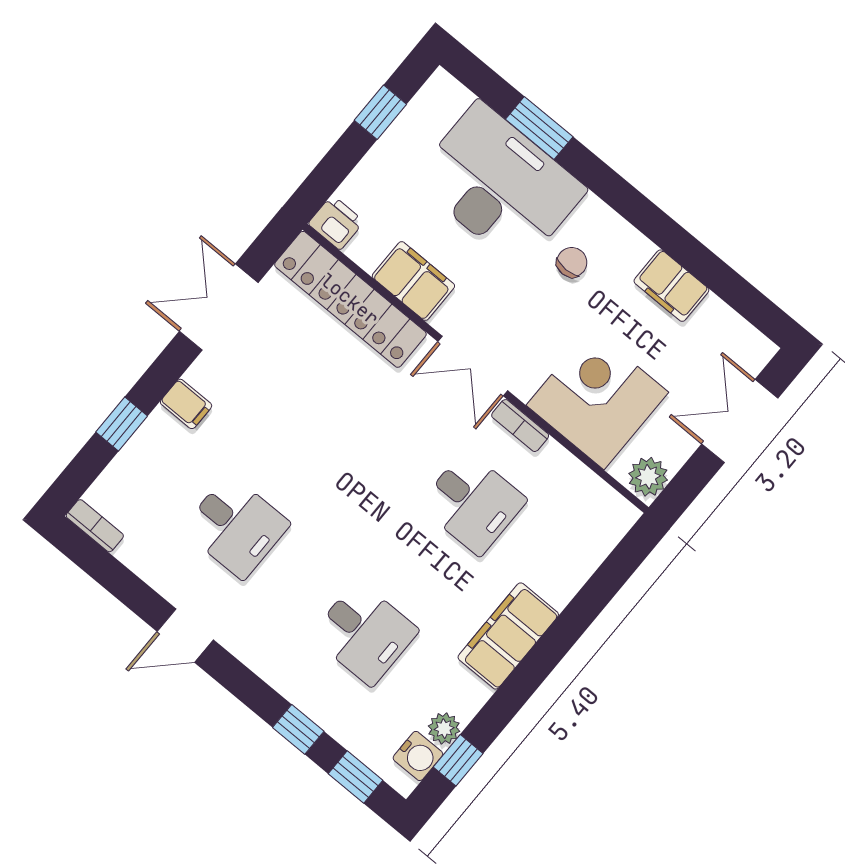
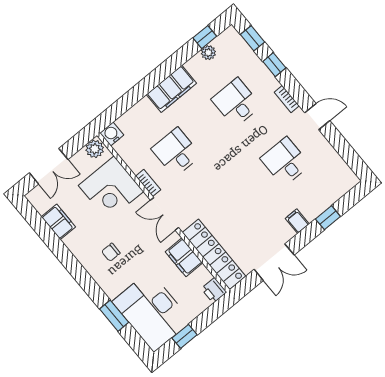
desk: (499, 185) -> (152, 311), moved
filing cabinet: (671, 286) -> (58, 222), moved
double door: (473, 366) -> (164, 214), swing flipped
bookcase: (95, 526) -> (287, 99), moved
water cooler: (418, 756) -> (112, 134), moved

